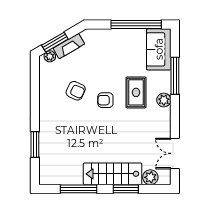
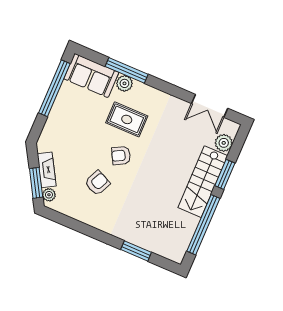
armchair: (105, 100) -> (121, 156), turned 62
plant: (164, 100) -> (124, 83), moved
window: (79, 189) -> (203, 225), width x1.46

